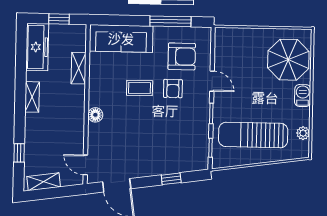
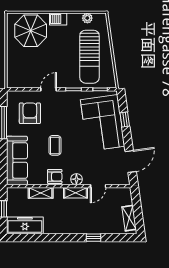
armchair: (173, 89) -> (55, 177), moved
shelving: (32, 97) -> (76, 193), moved
corner sofa: (167, 150) -> (103, 123), added
window: (19, 153) -> (94, 238), moved
door: (85, 165) -> (98, 186), moved

